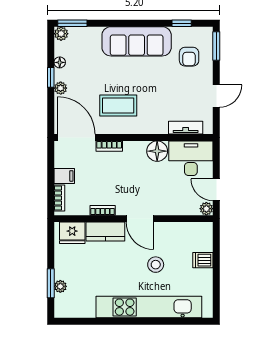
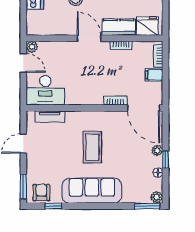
armchair: (189, 57) -> (41, 193), moved
coffee table: (118, 105) -> (92, 147), moved, turned 90
floor lamp: (157, 151) -> (74, 96), removed

